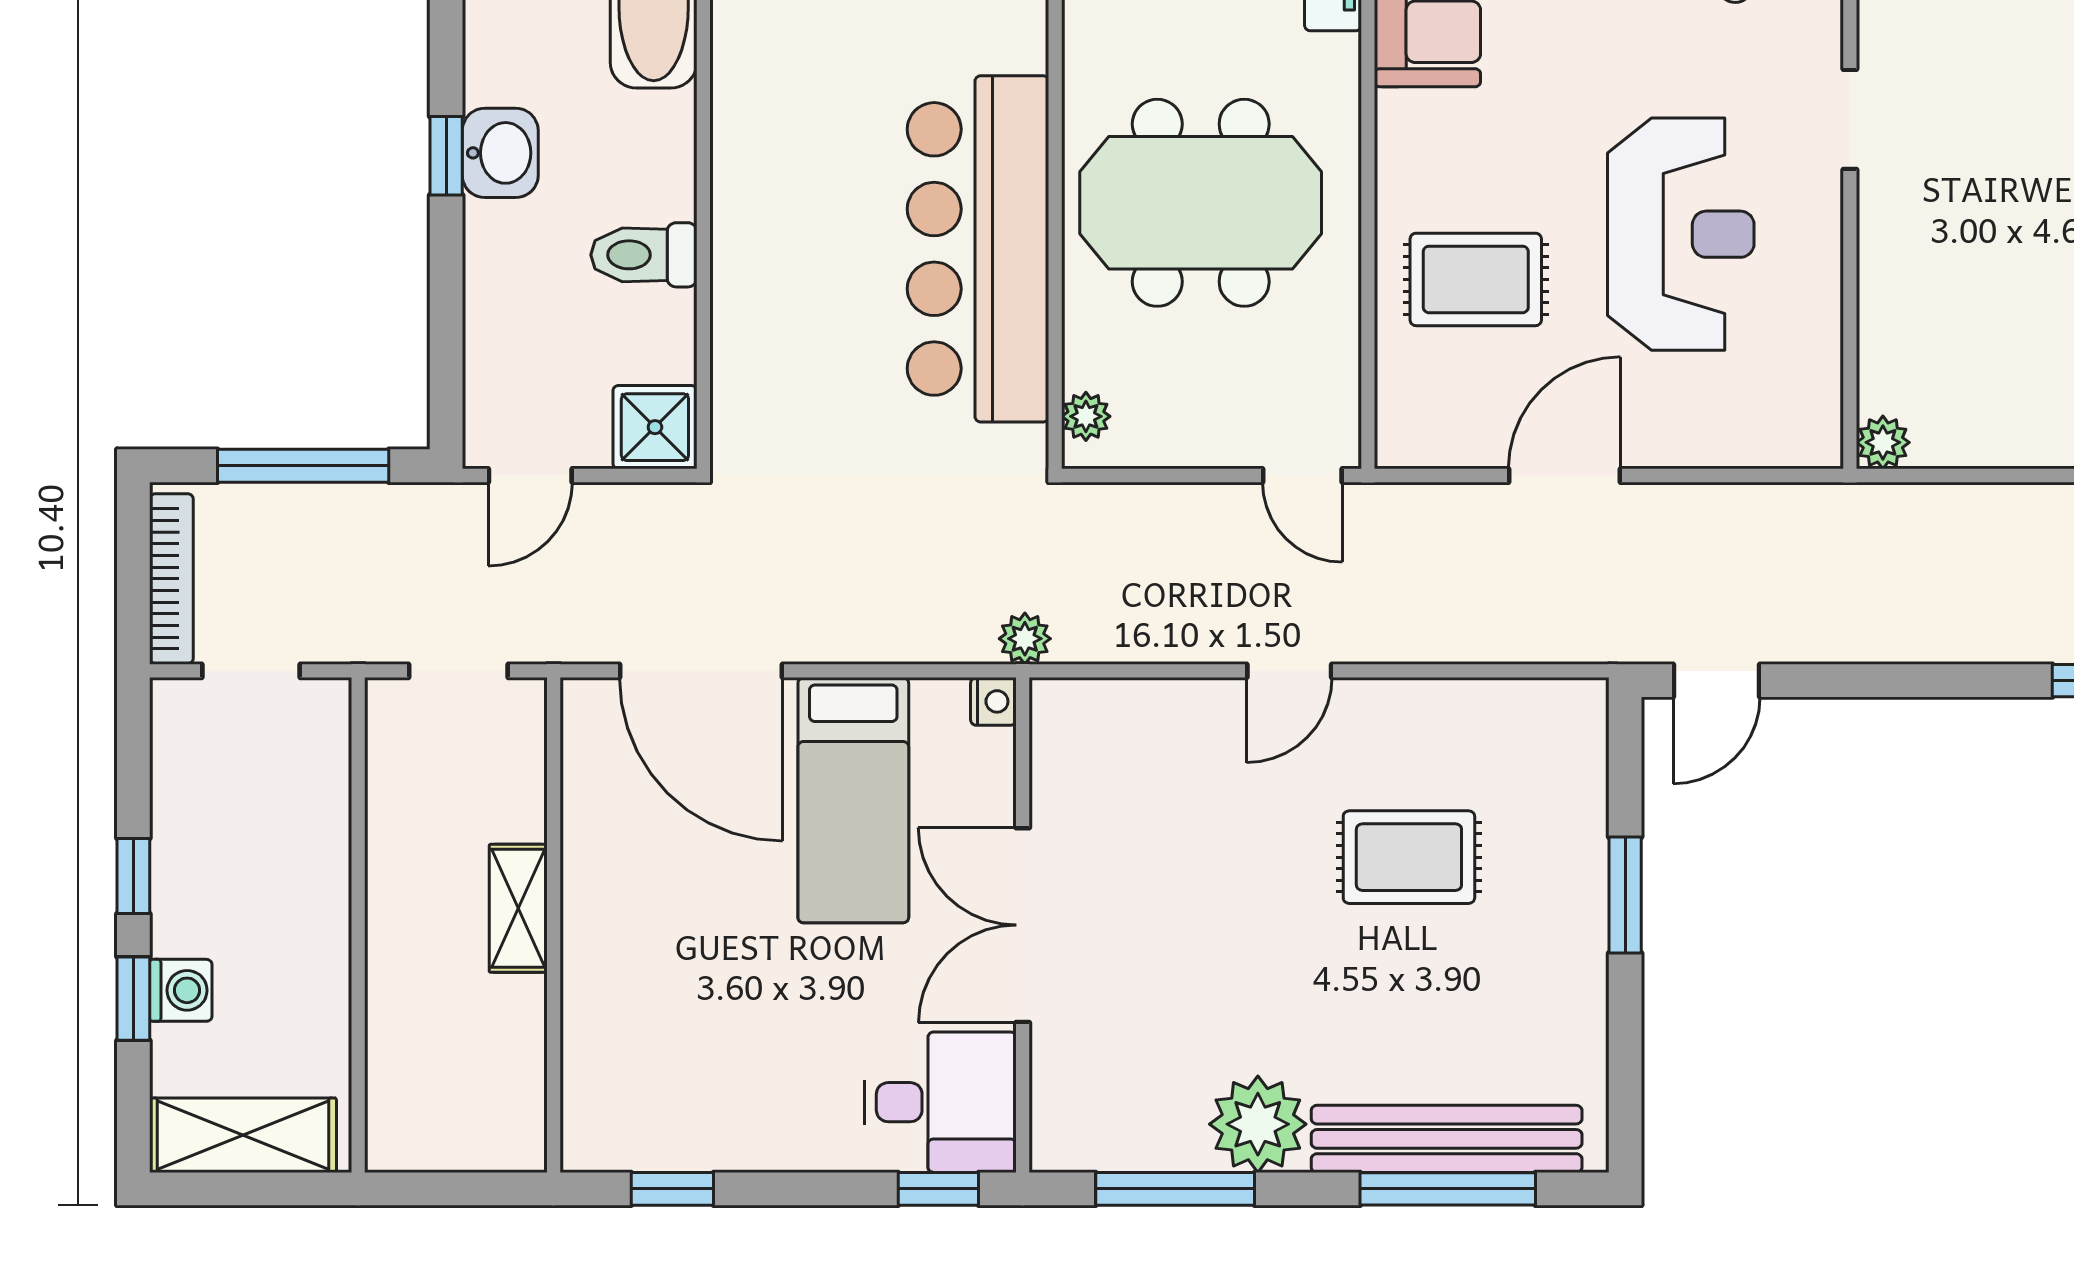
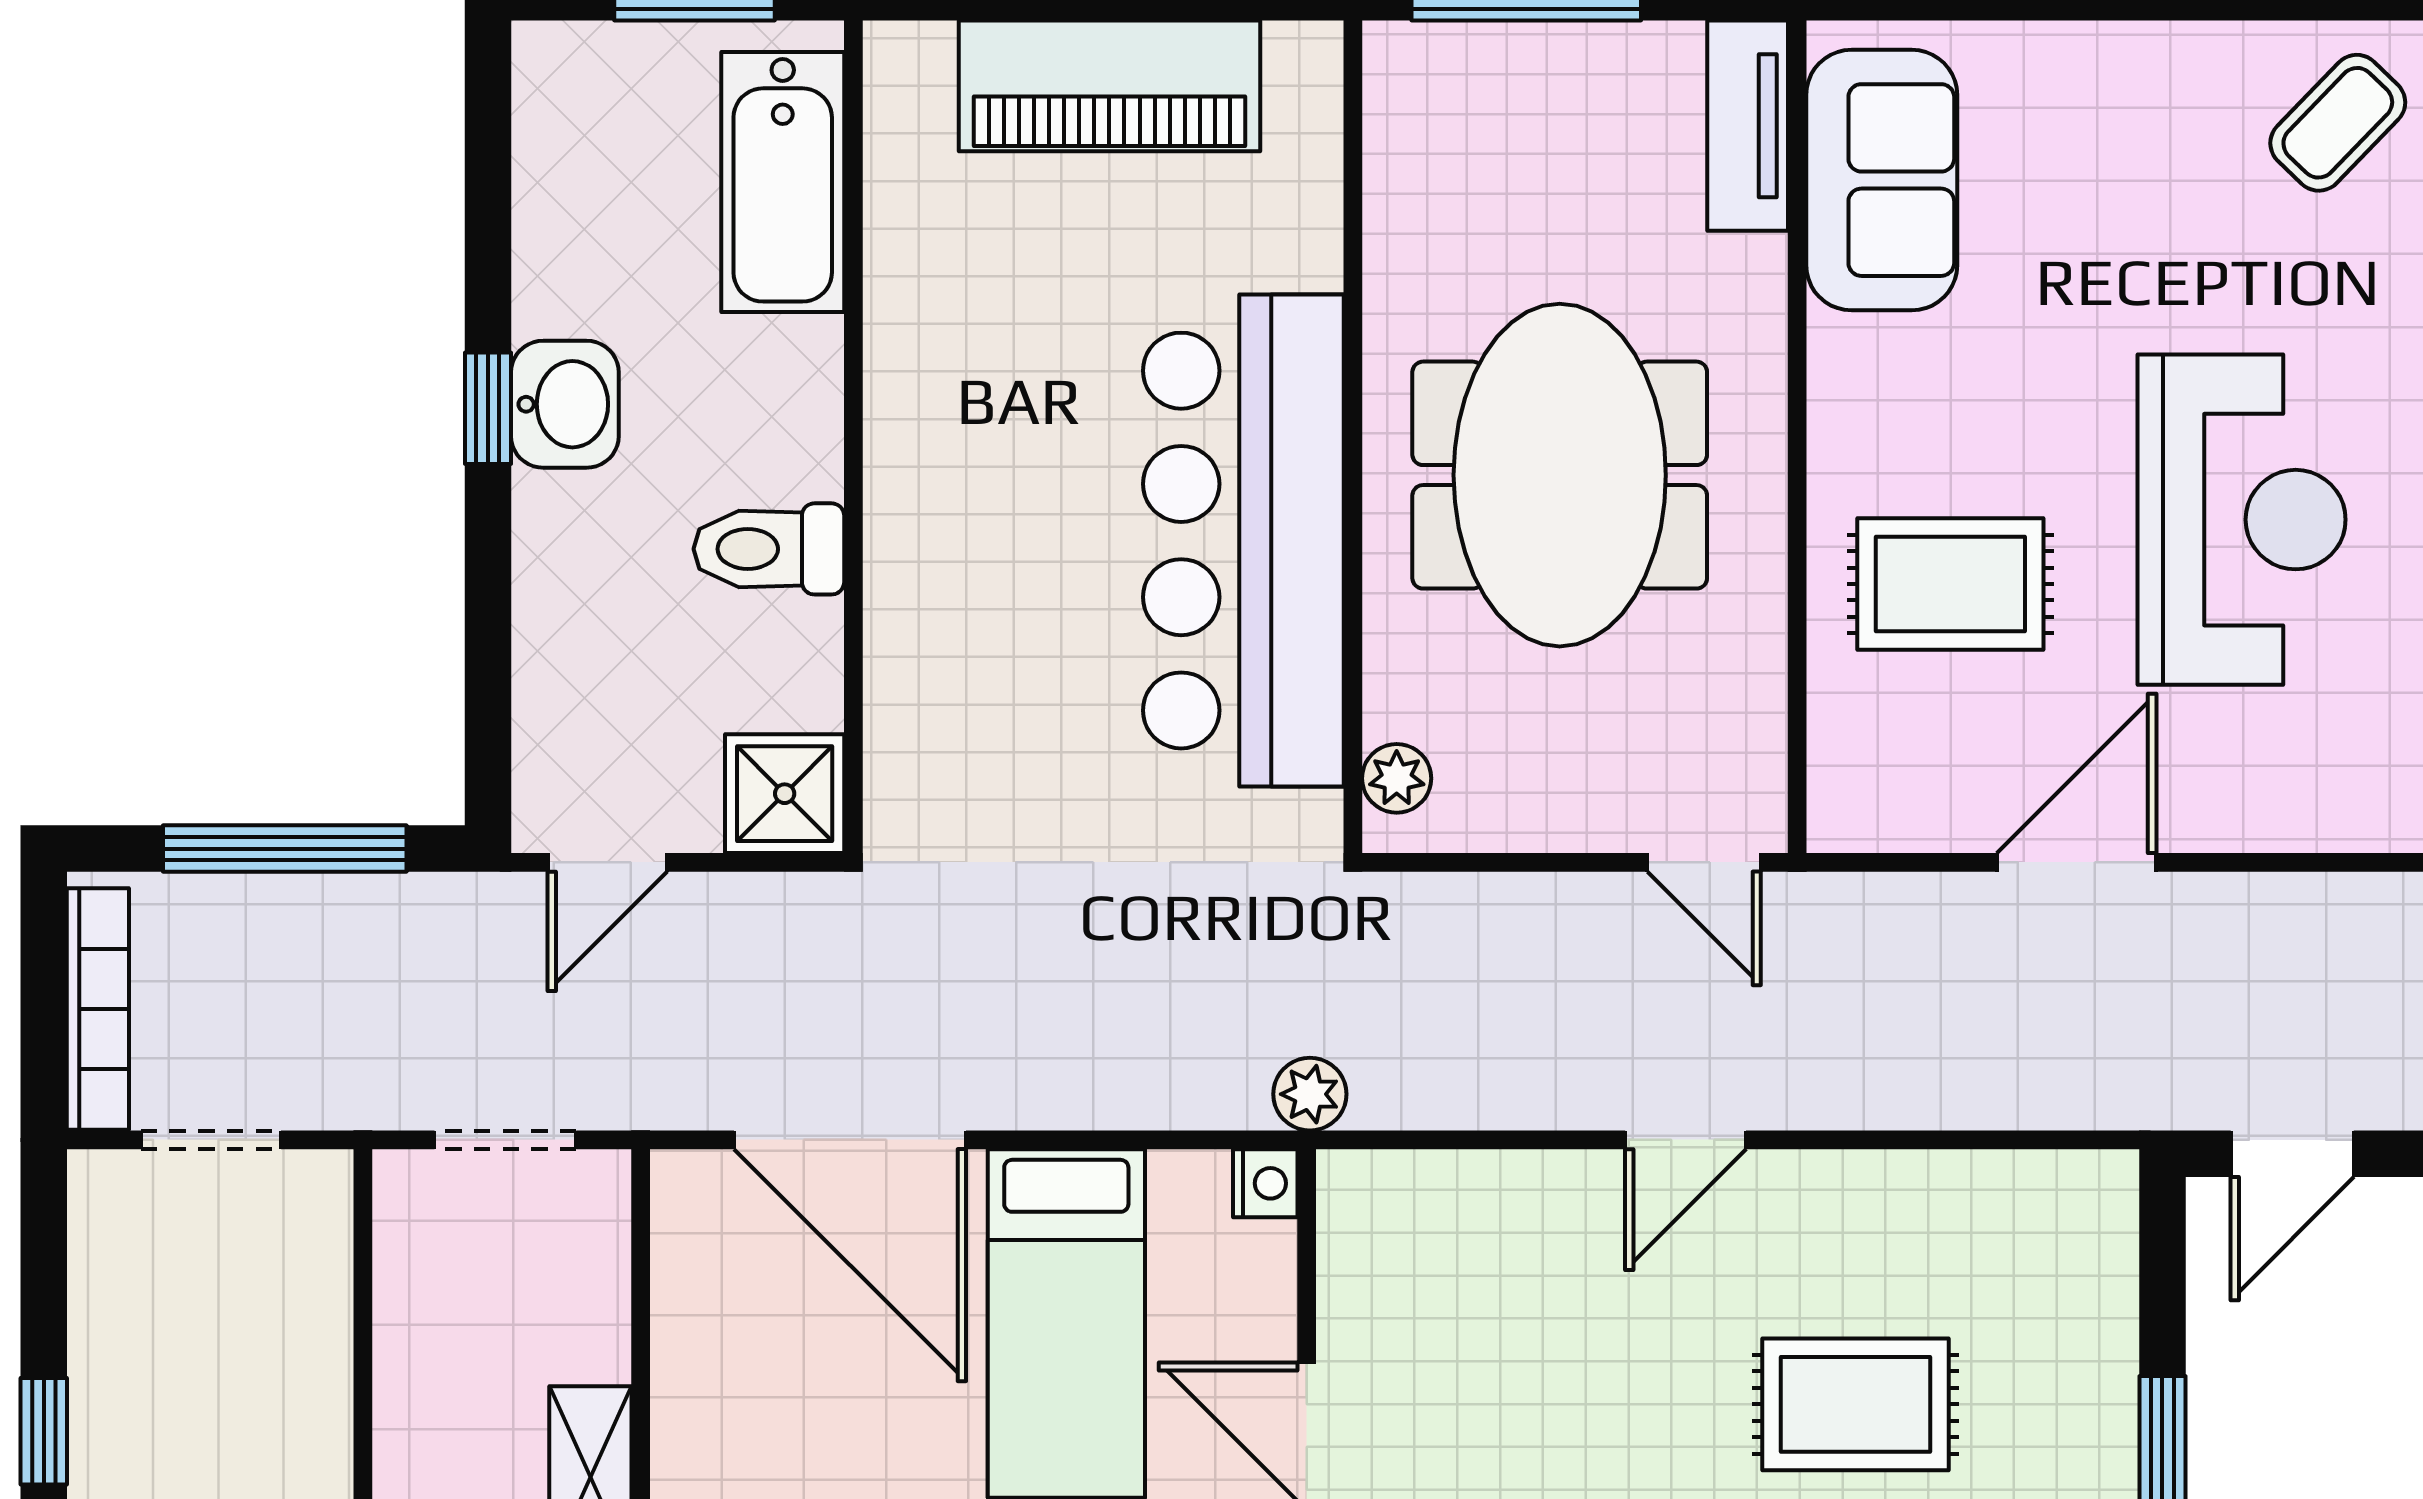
meeting table: (1201, 203) -> (1560, 475), turned 90

